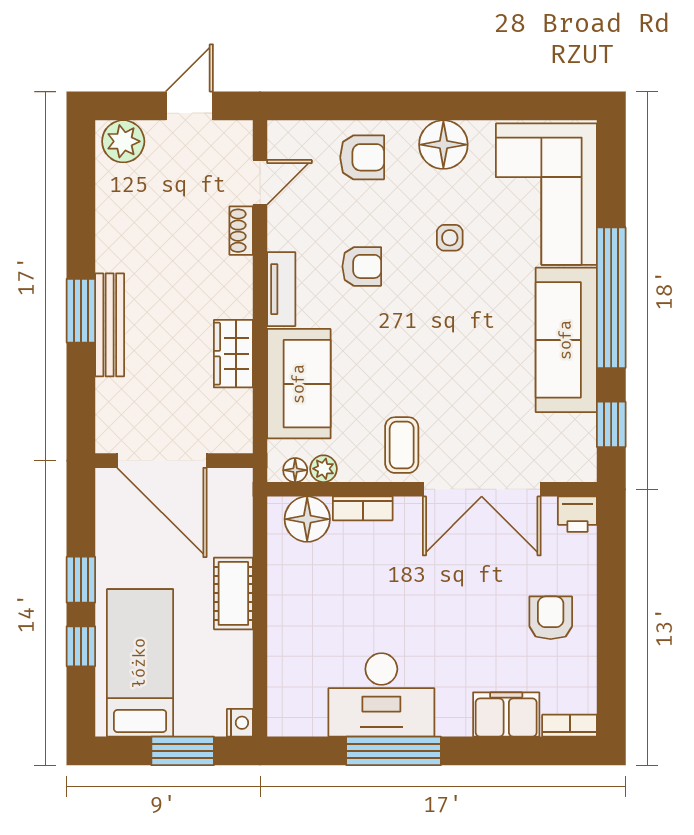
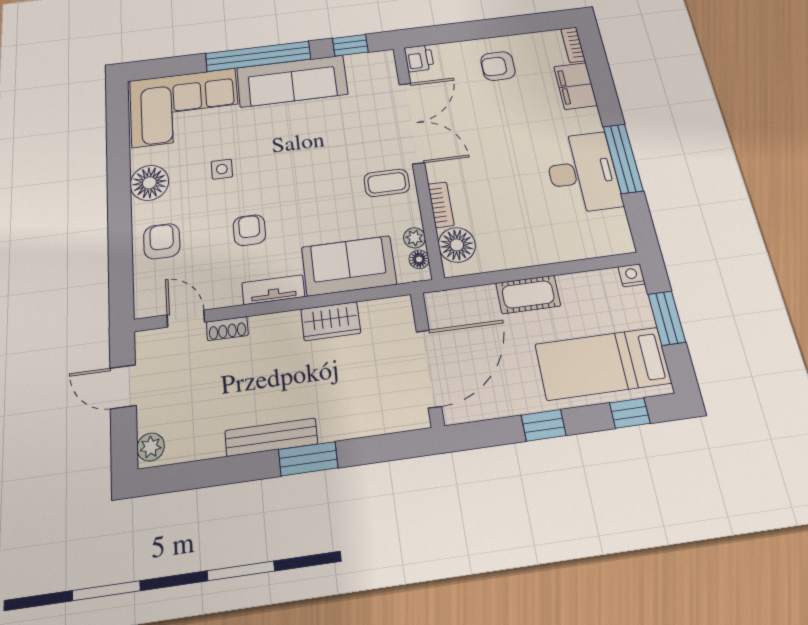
plant: (123, 141) -> (151, 447), width x0.73, depth x0.73
bench: (110, 325) -> (271, 437), moved
window: (81, 646) -> (630, 413), moved

